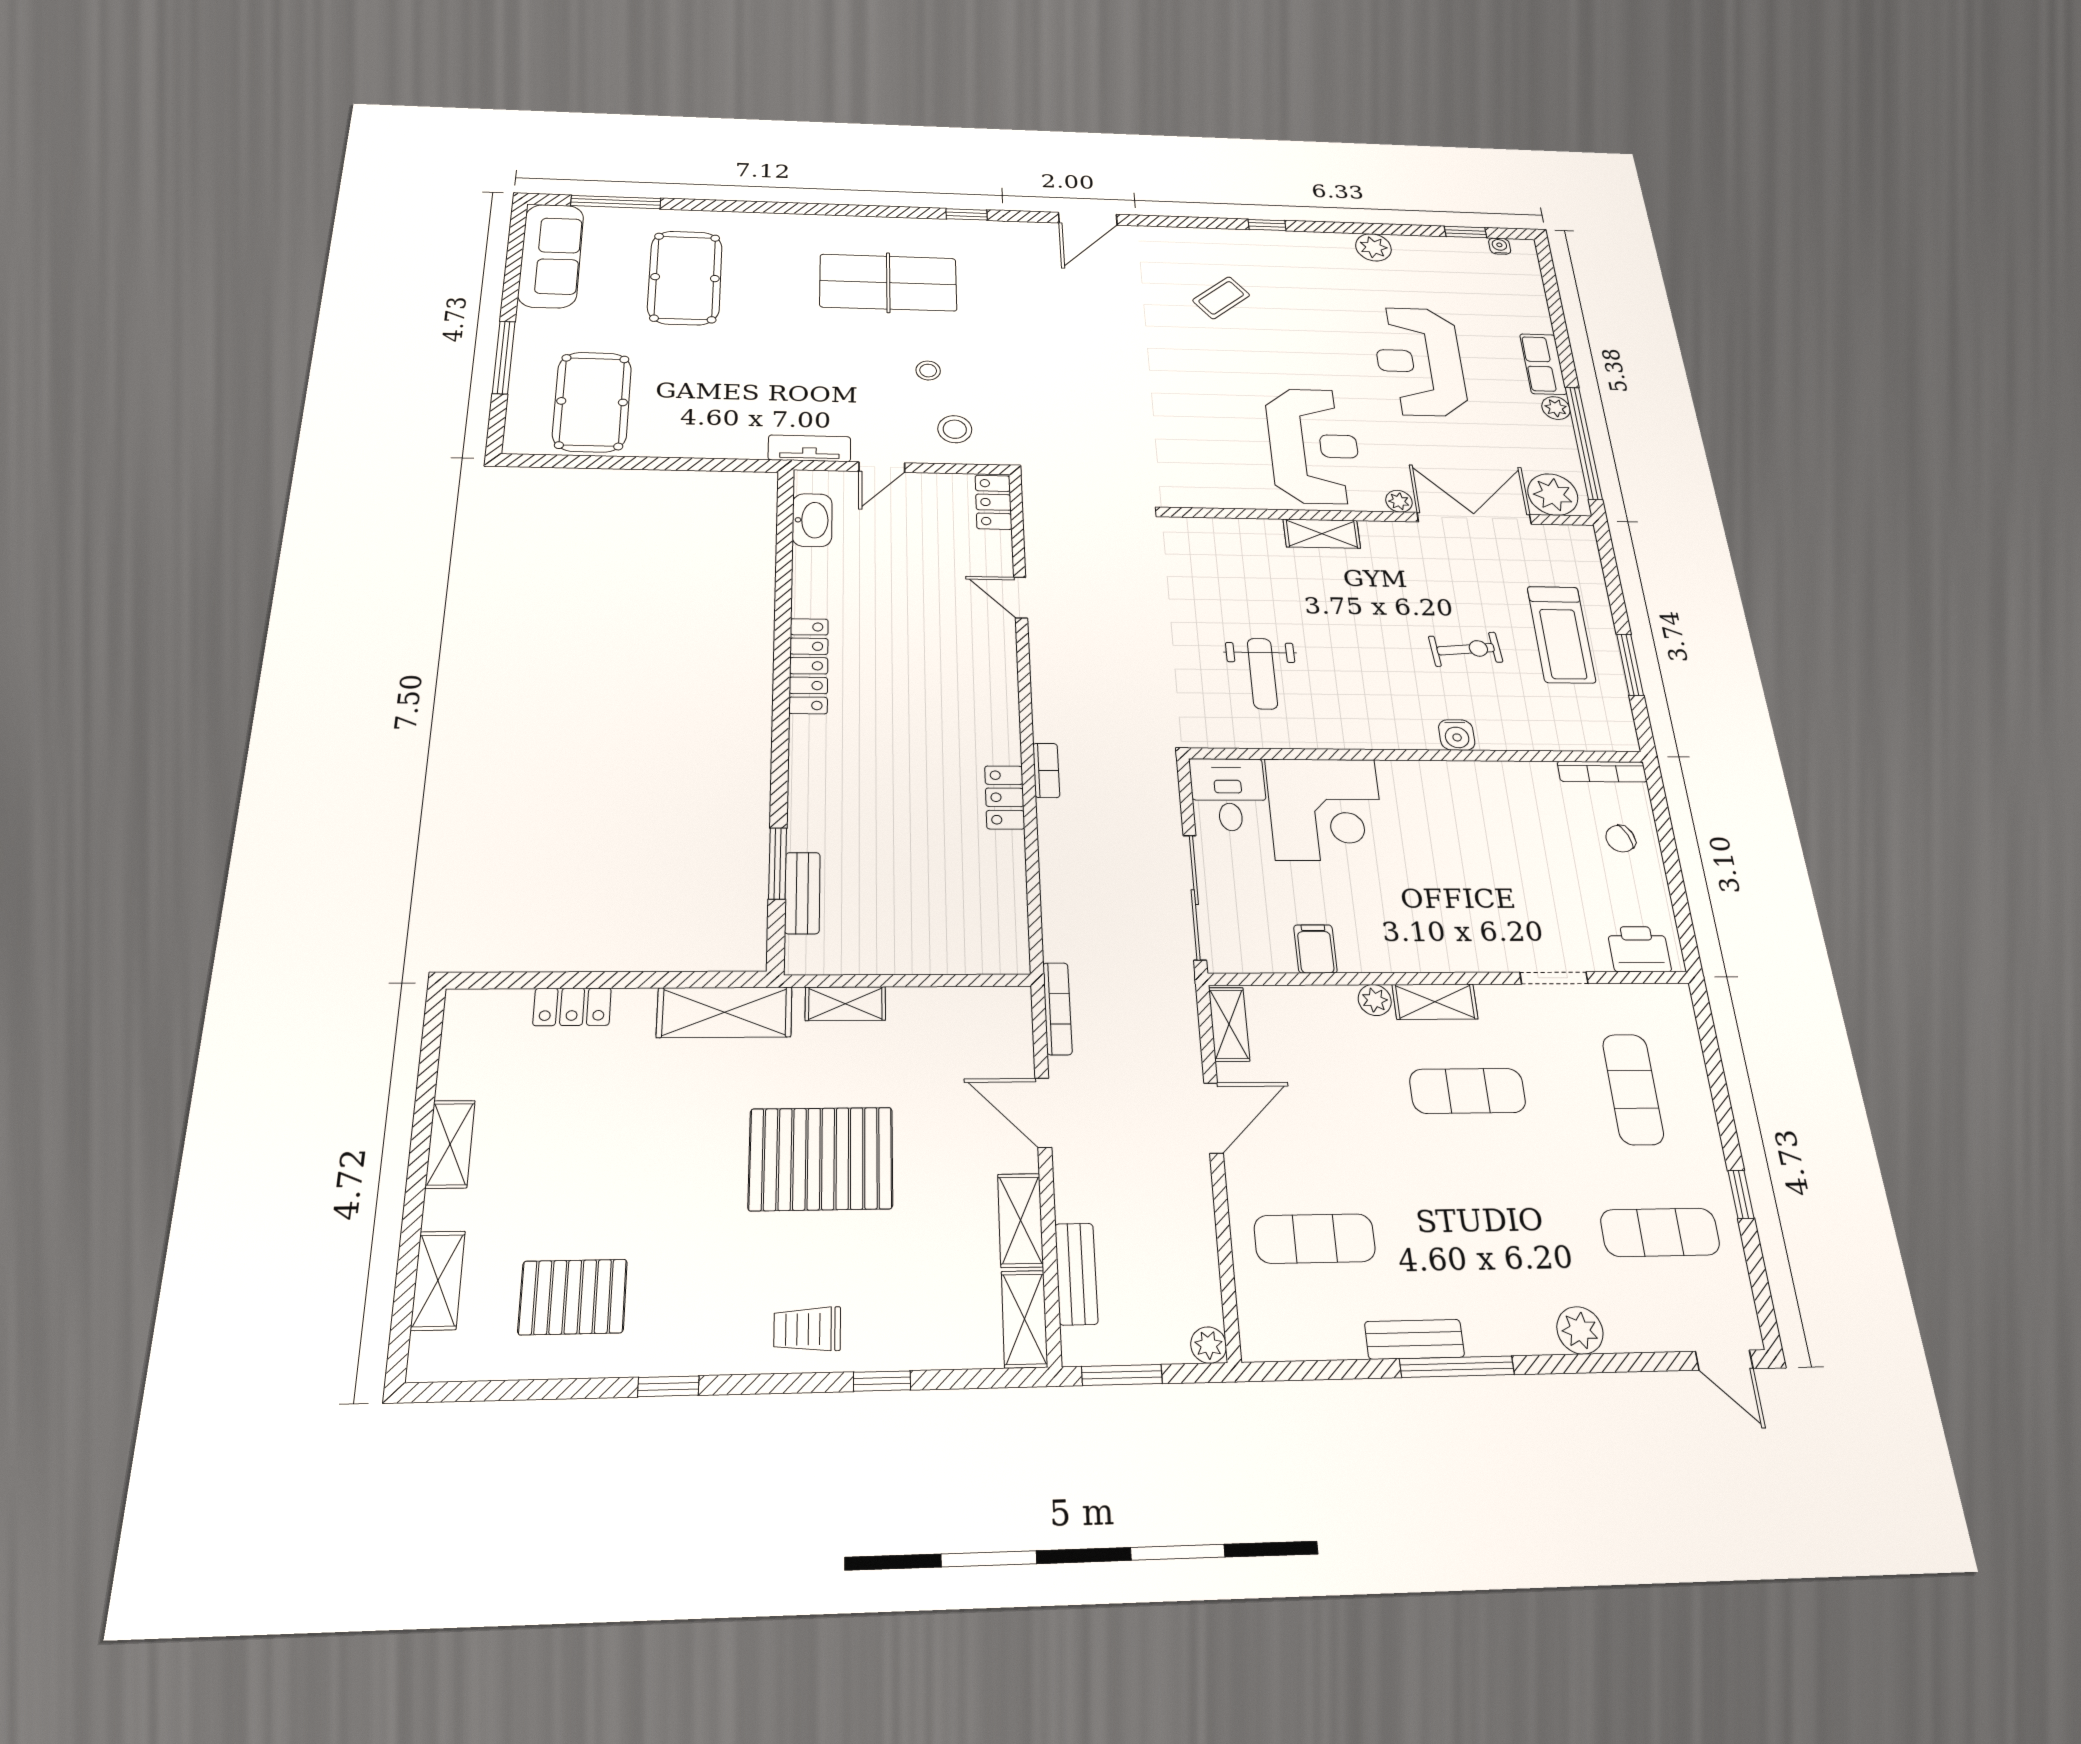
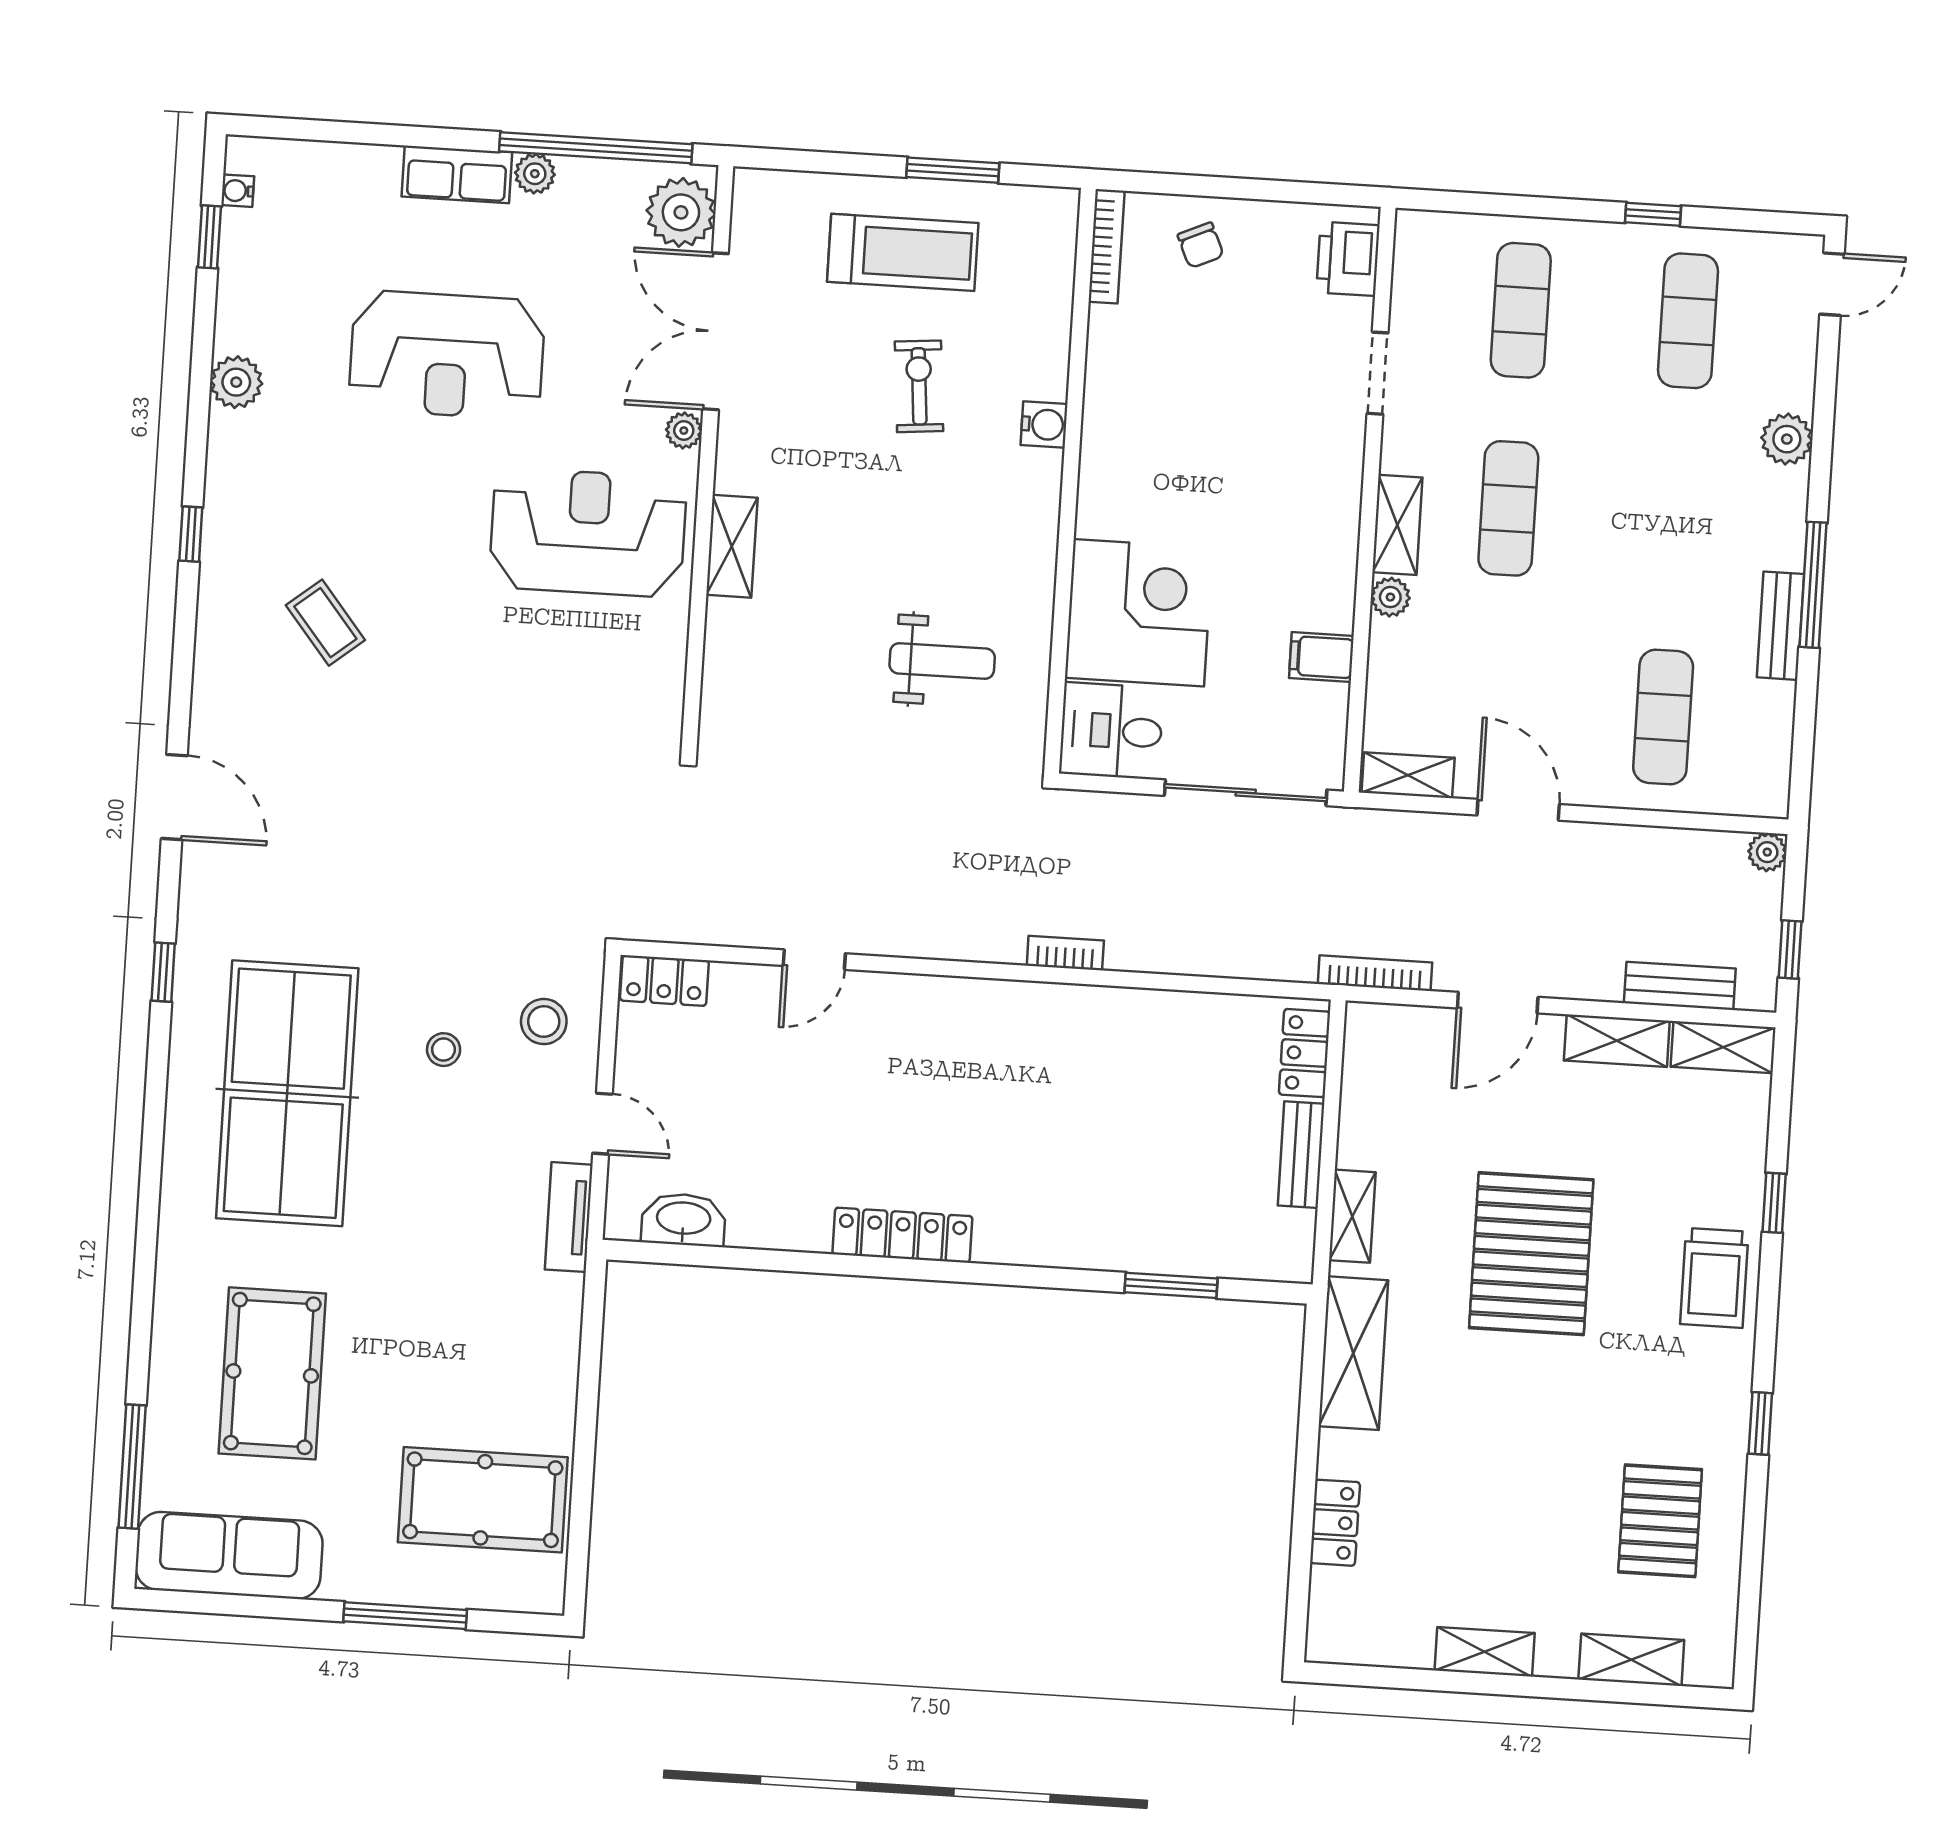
pool table: (685, 278) -> (272, 1373), turned 90
table tennis table: (888, 283) -> (287, 1093), width x1.36, depth x1.32
locker: (1005, 797) -> (1304, 1053), moved, turned 90
bench: (802, 893) -> (1301, 1155), moved, turned 90
exercise mat: (1633, 1089) -> (1521, 310), turned 90
trolley: (807, 1329) -> (1714, 1278), width x1.36, depth x1.39
window: (1122, 1375) -> (1790, 949), width x0.67

